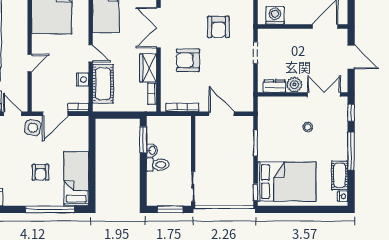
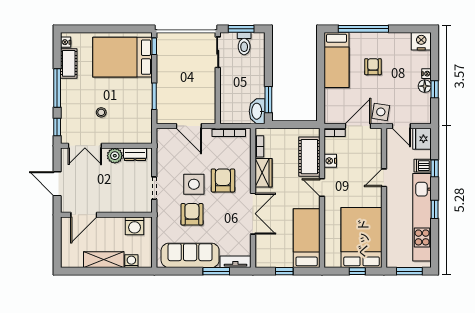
side table: (217, 57) -> (194, 184), added
armchair: (188, 60) -> (223, 180), turned -90
washbasin: (152, 150) -> (257, 111), moved, width x1.91, depth x1.45
toilet: (158, 165) -> (244, 44), moved, turned -90

